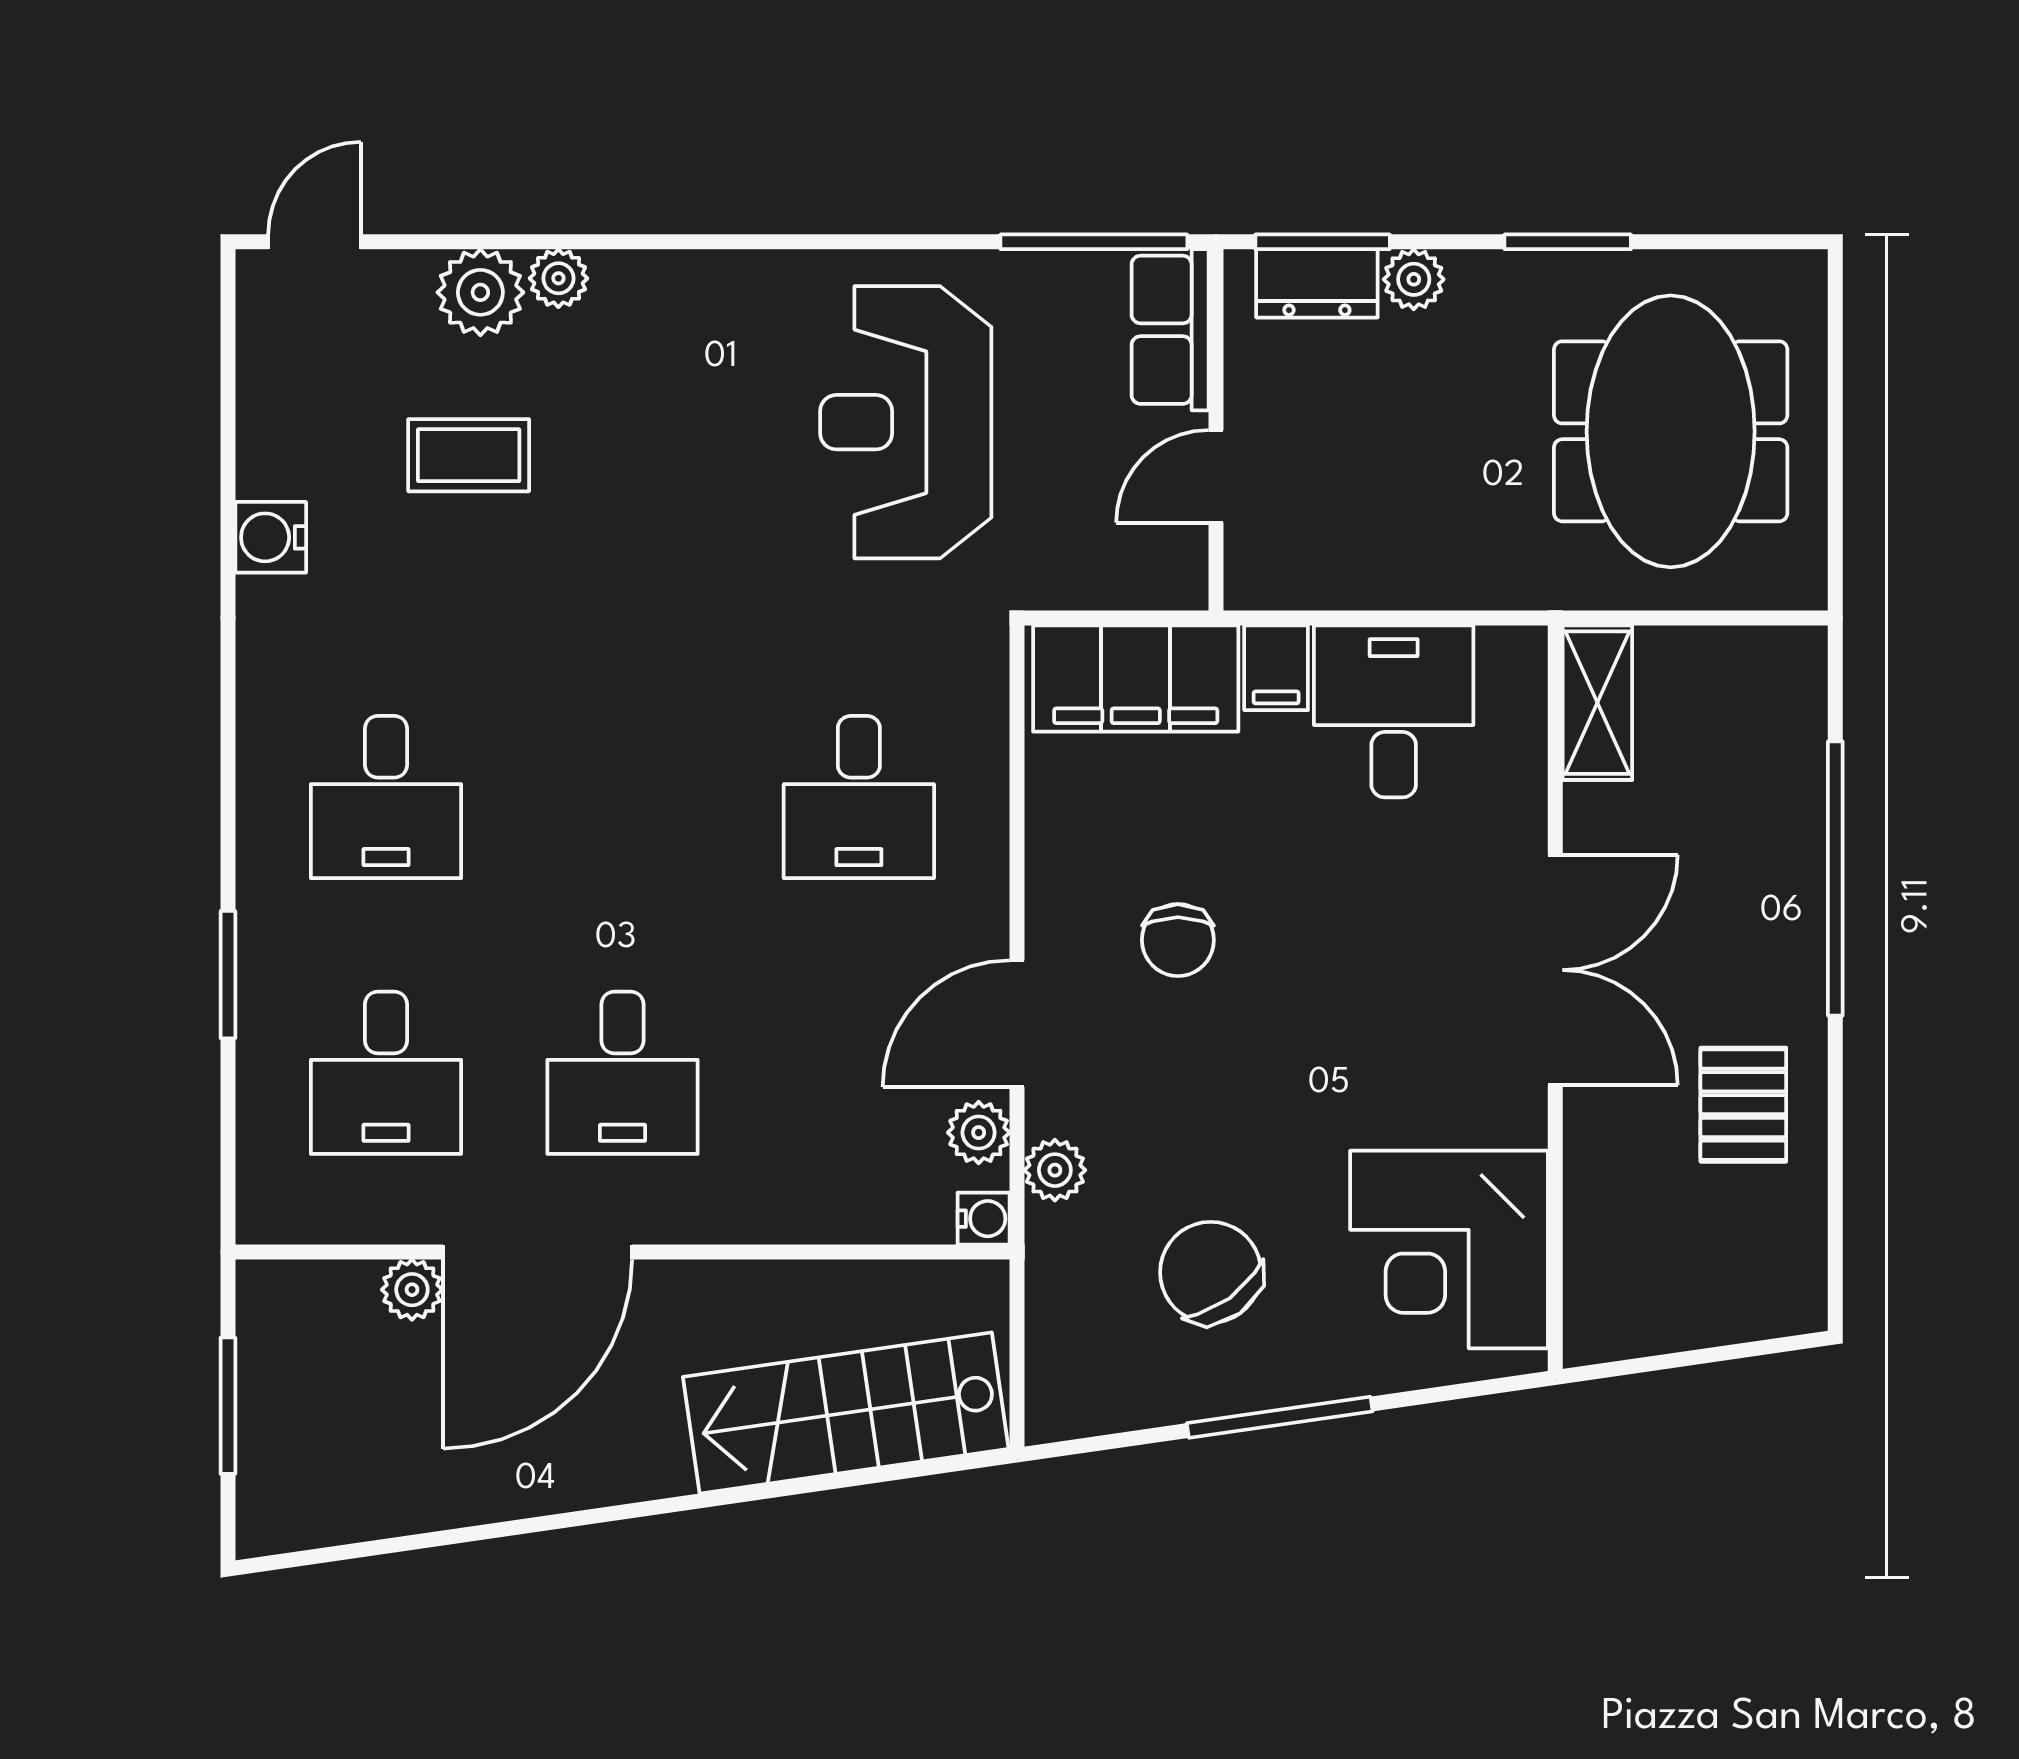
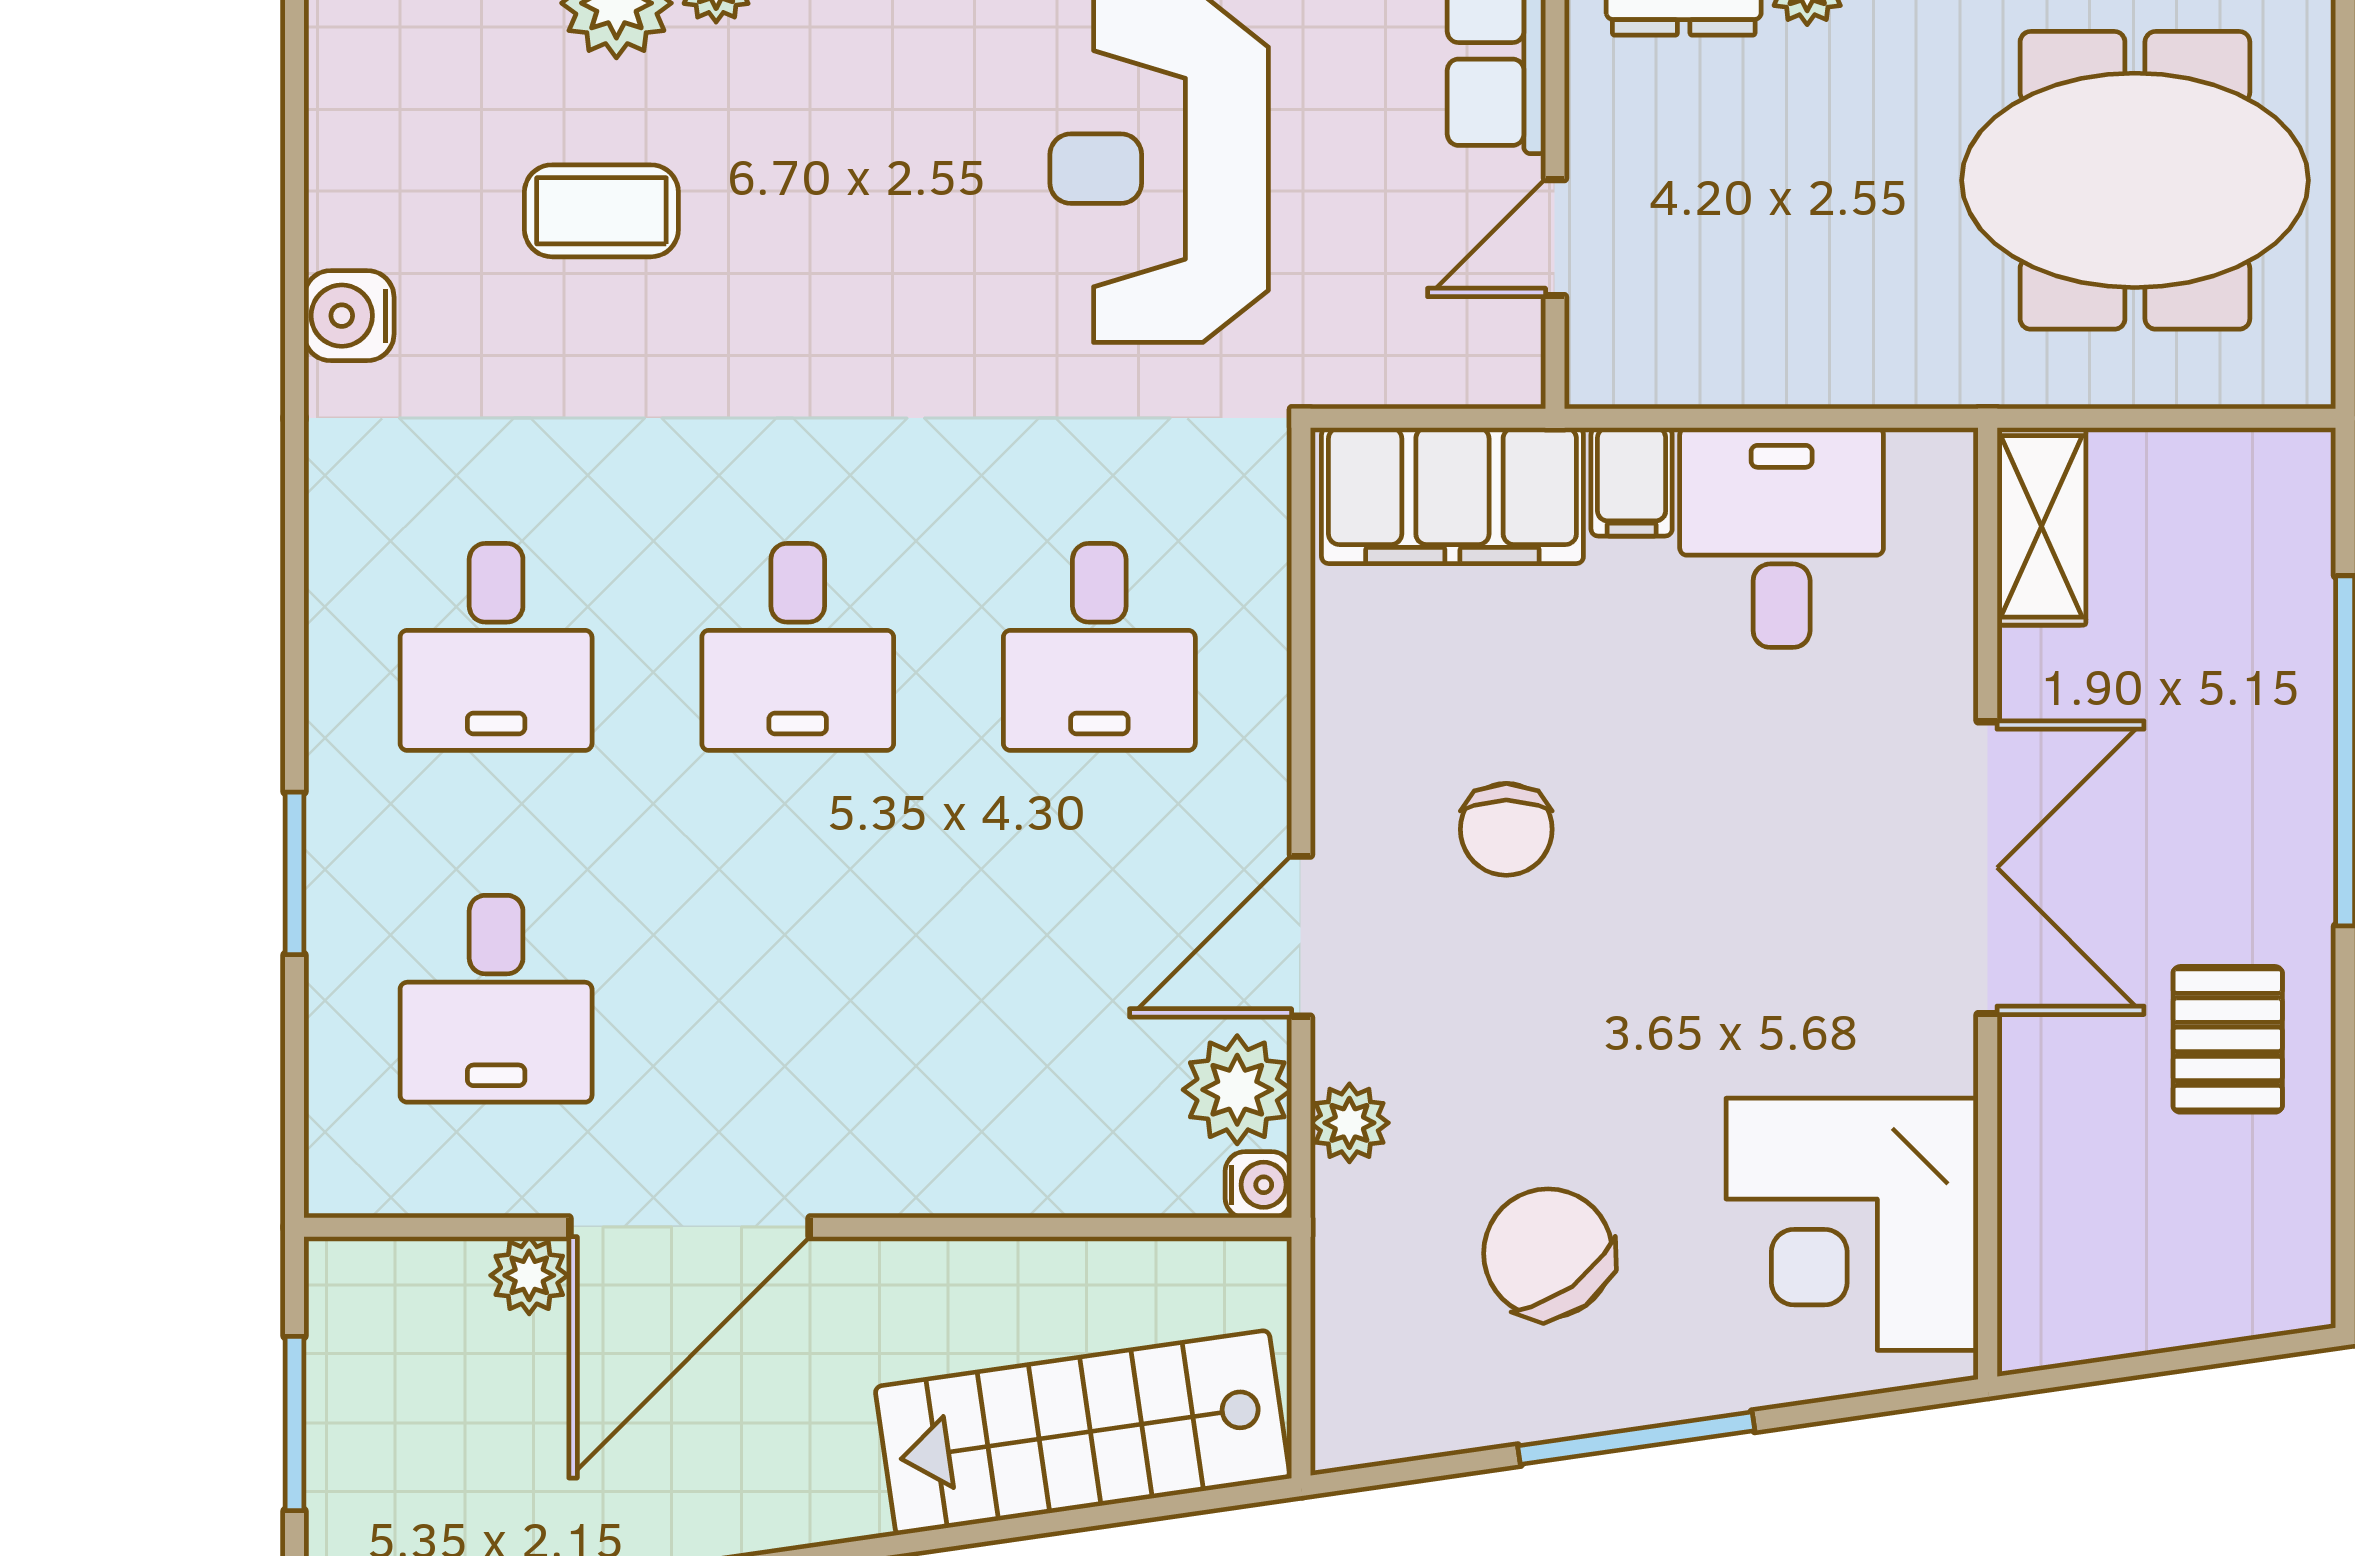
meeting table: (1671, 431) -> (2135, 180), turned 90
desk: (622, 1073) -> (798, 647), moved
plant: (979, 1133) -> (1237, 1090), width x1.38, depth x1.38

